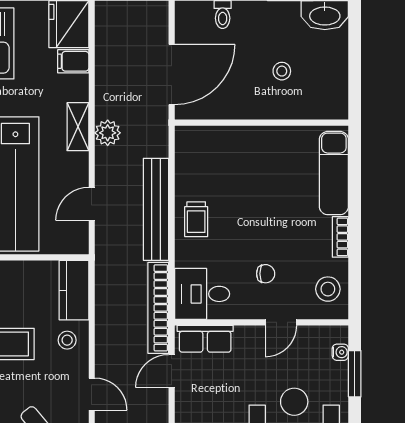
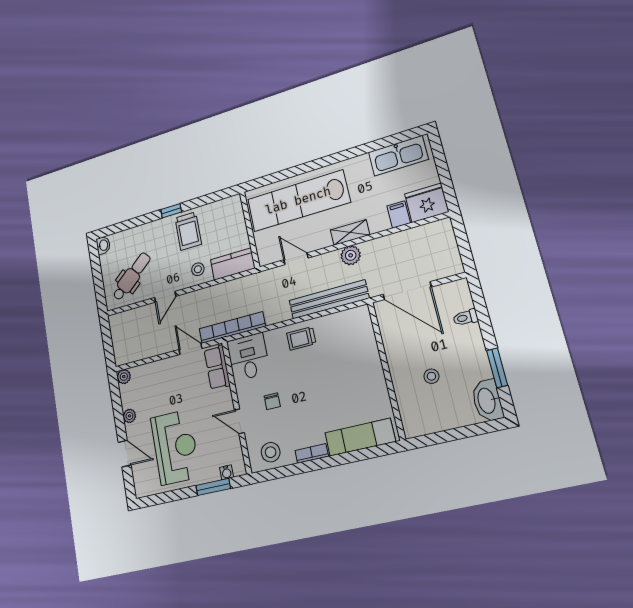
bench: (156, 209) -> (329, 299), moved

